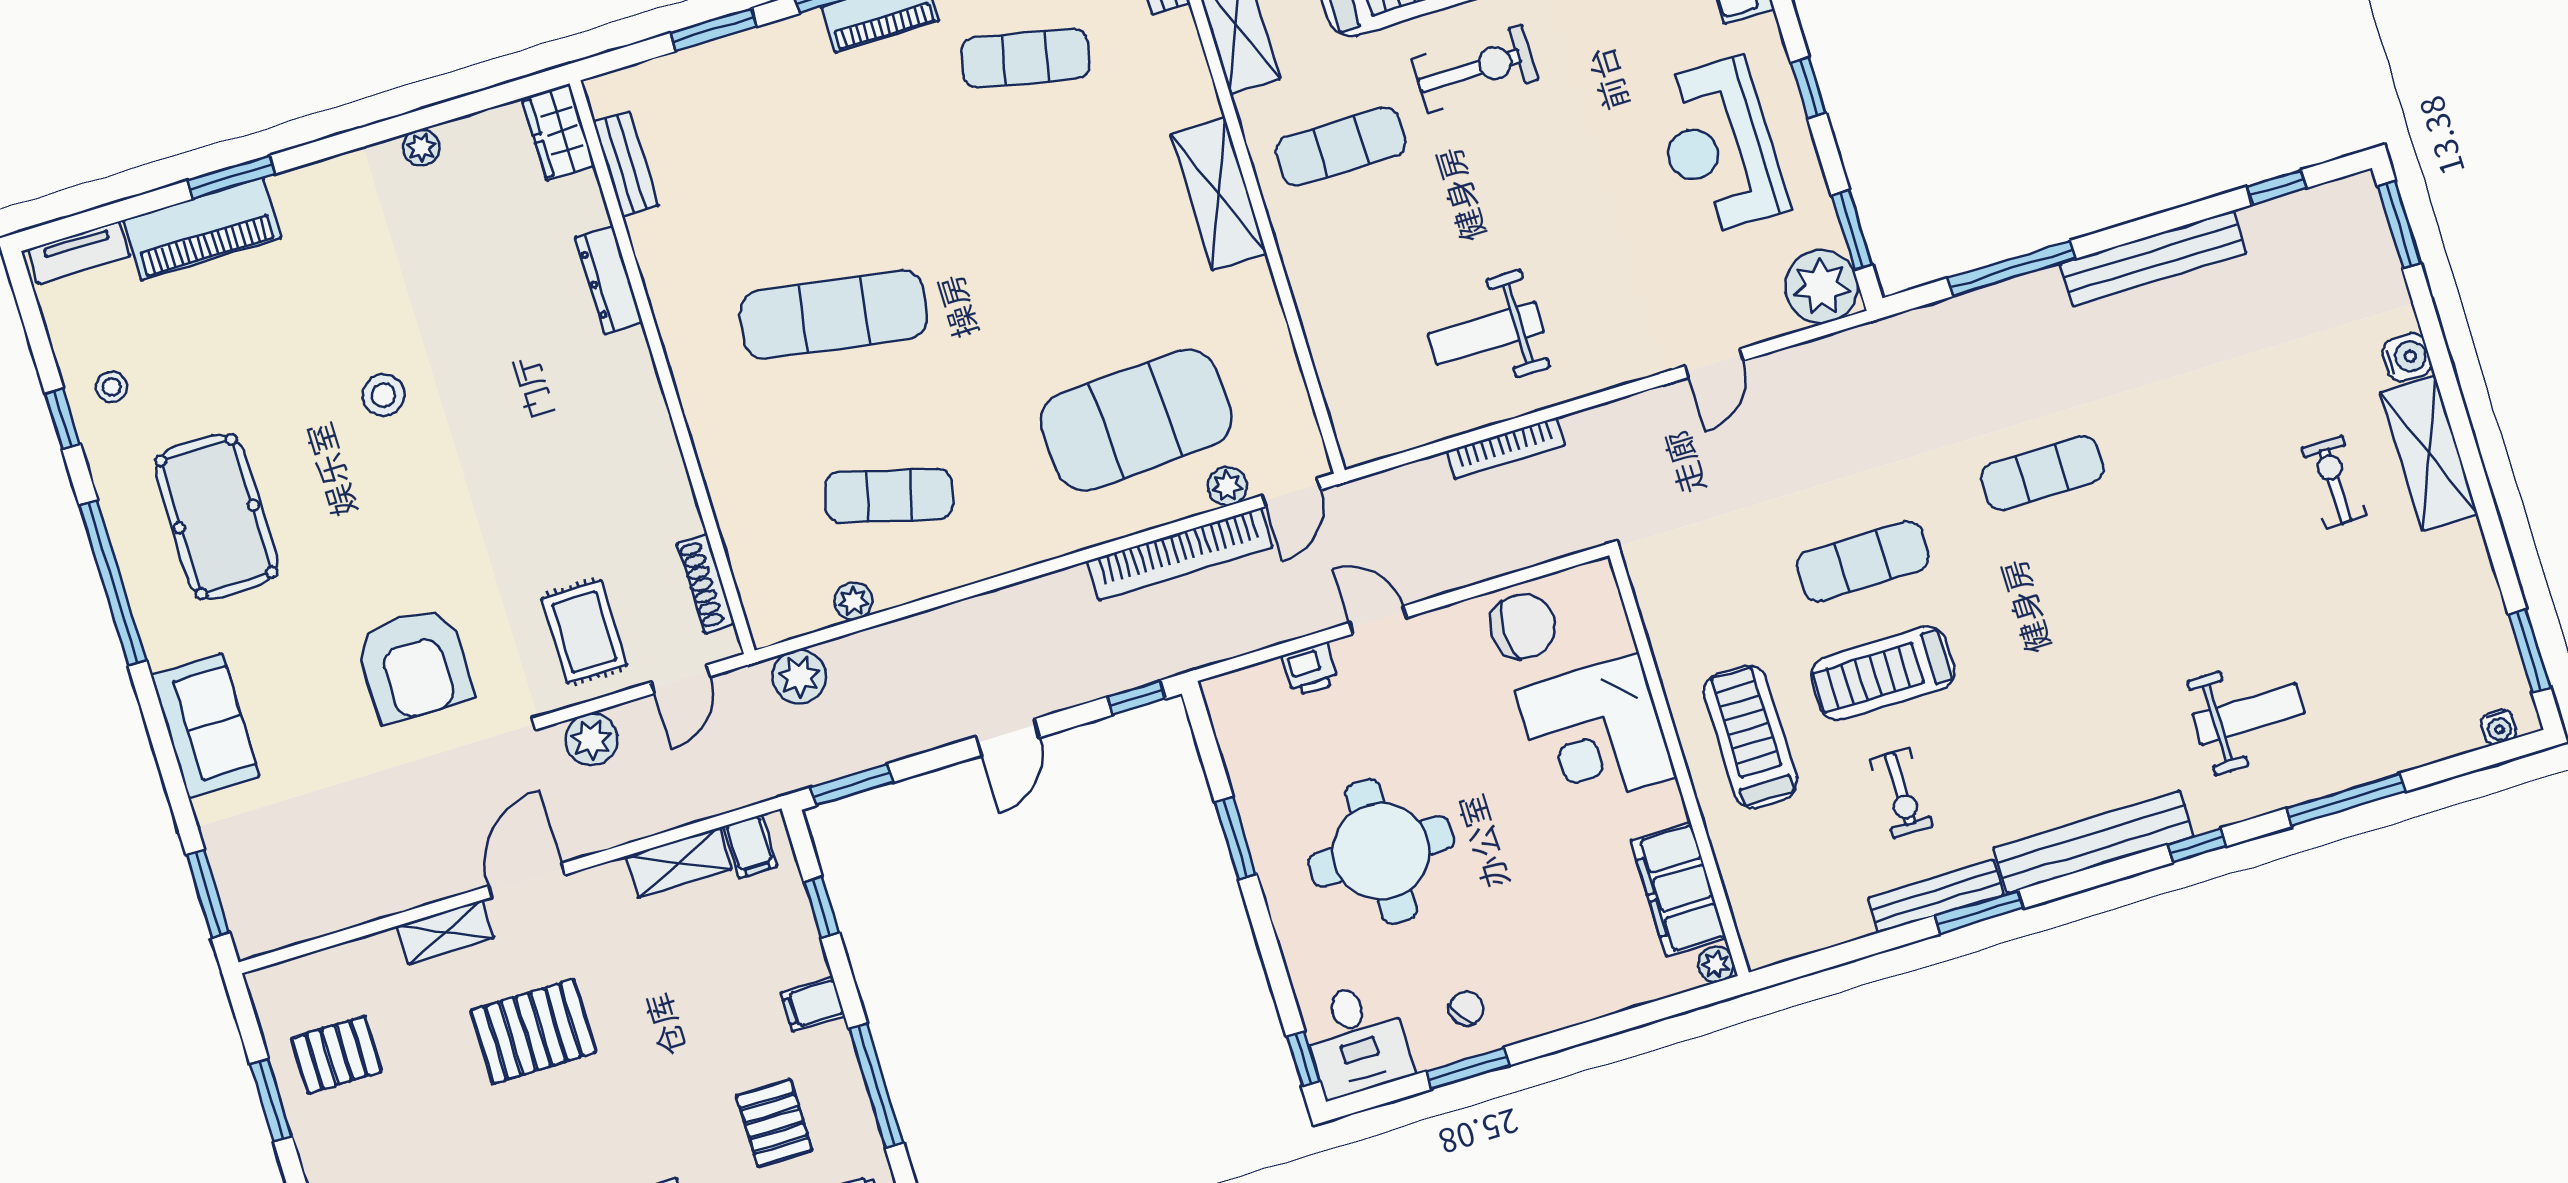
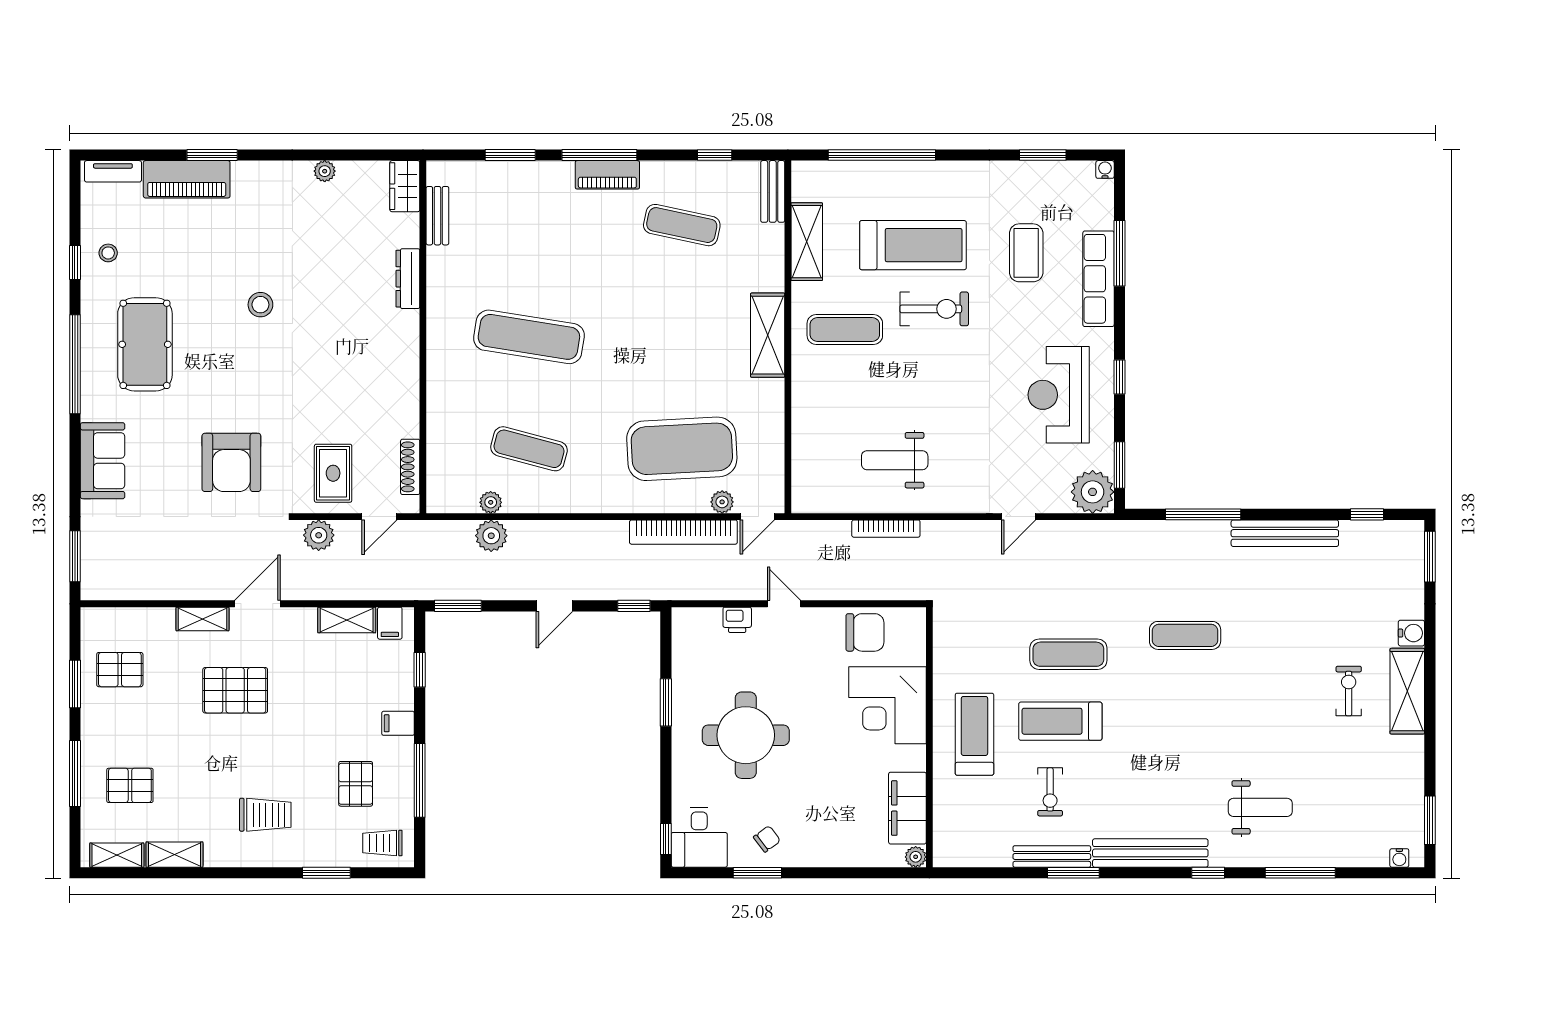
plant: (799, 677) -> (491, 536), moved

